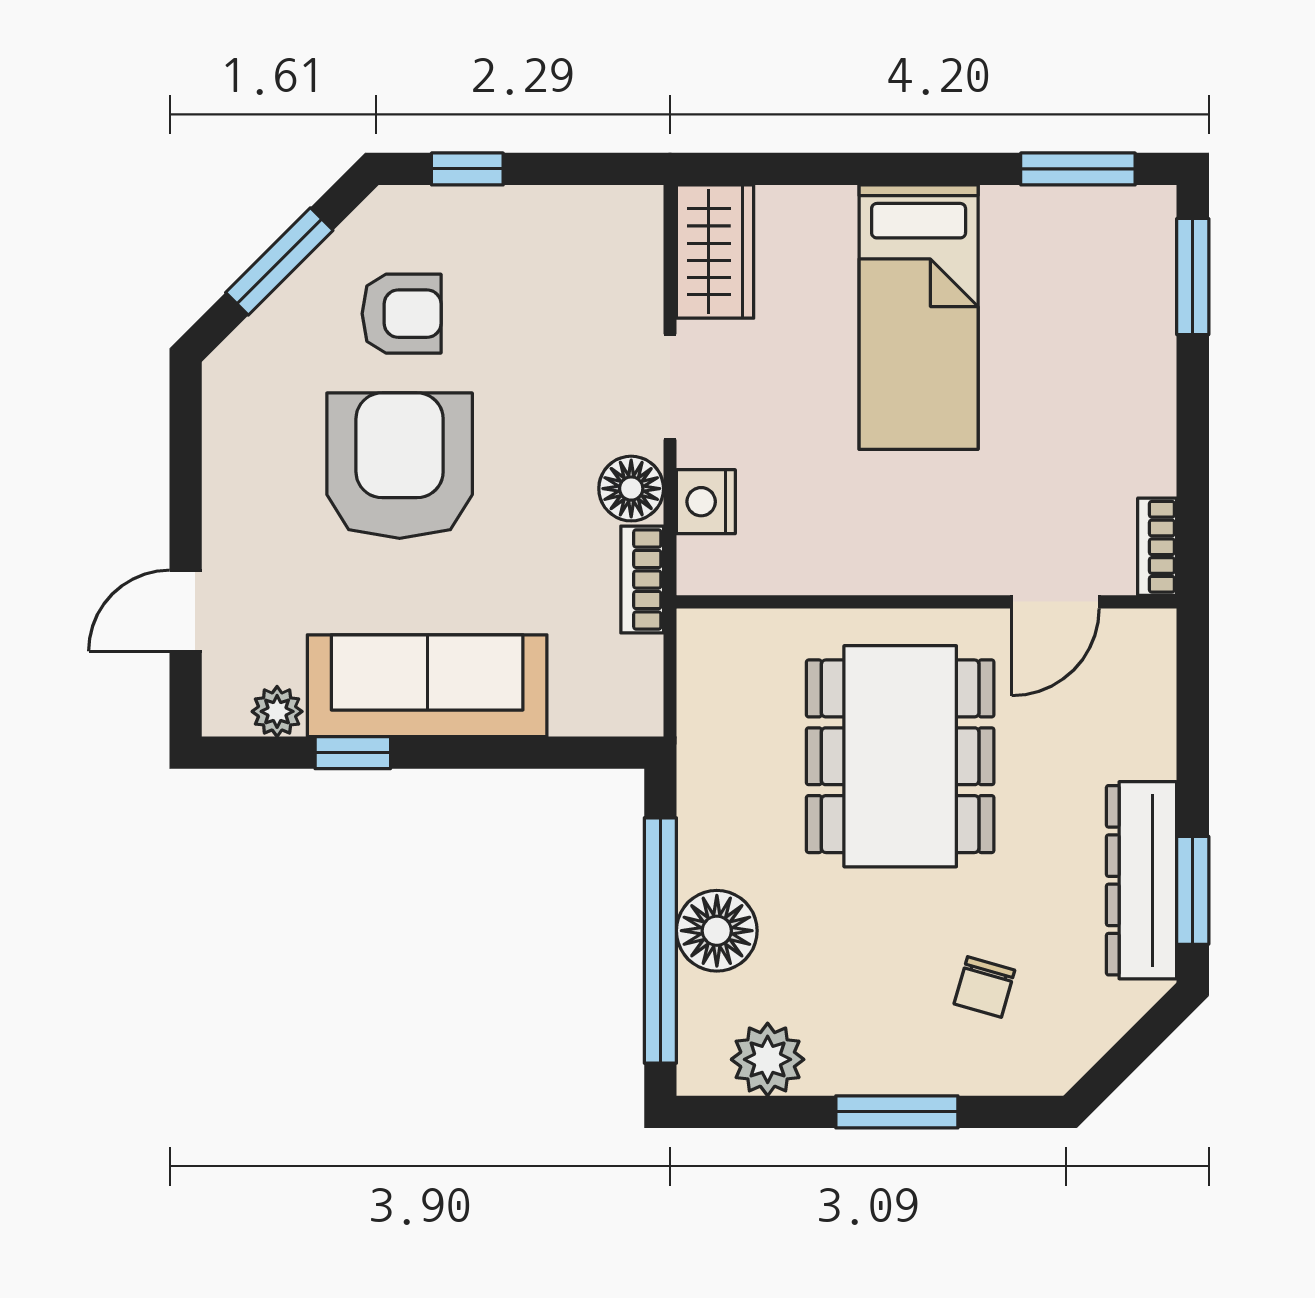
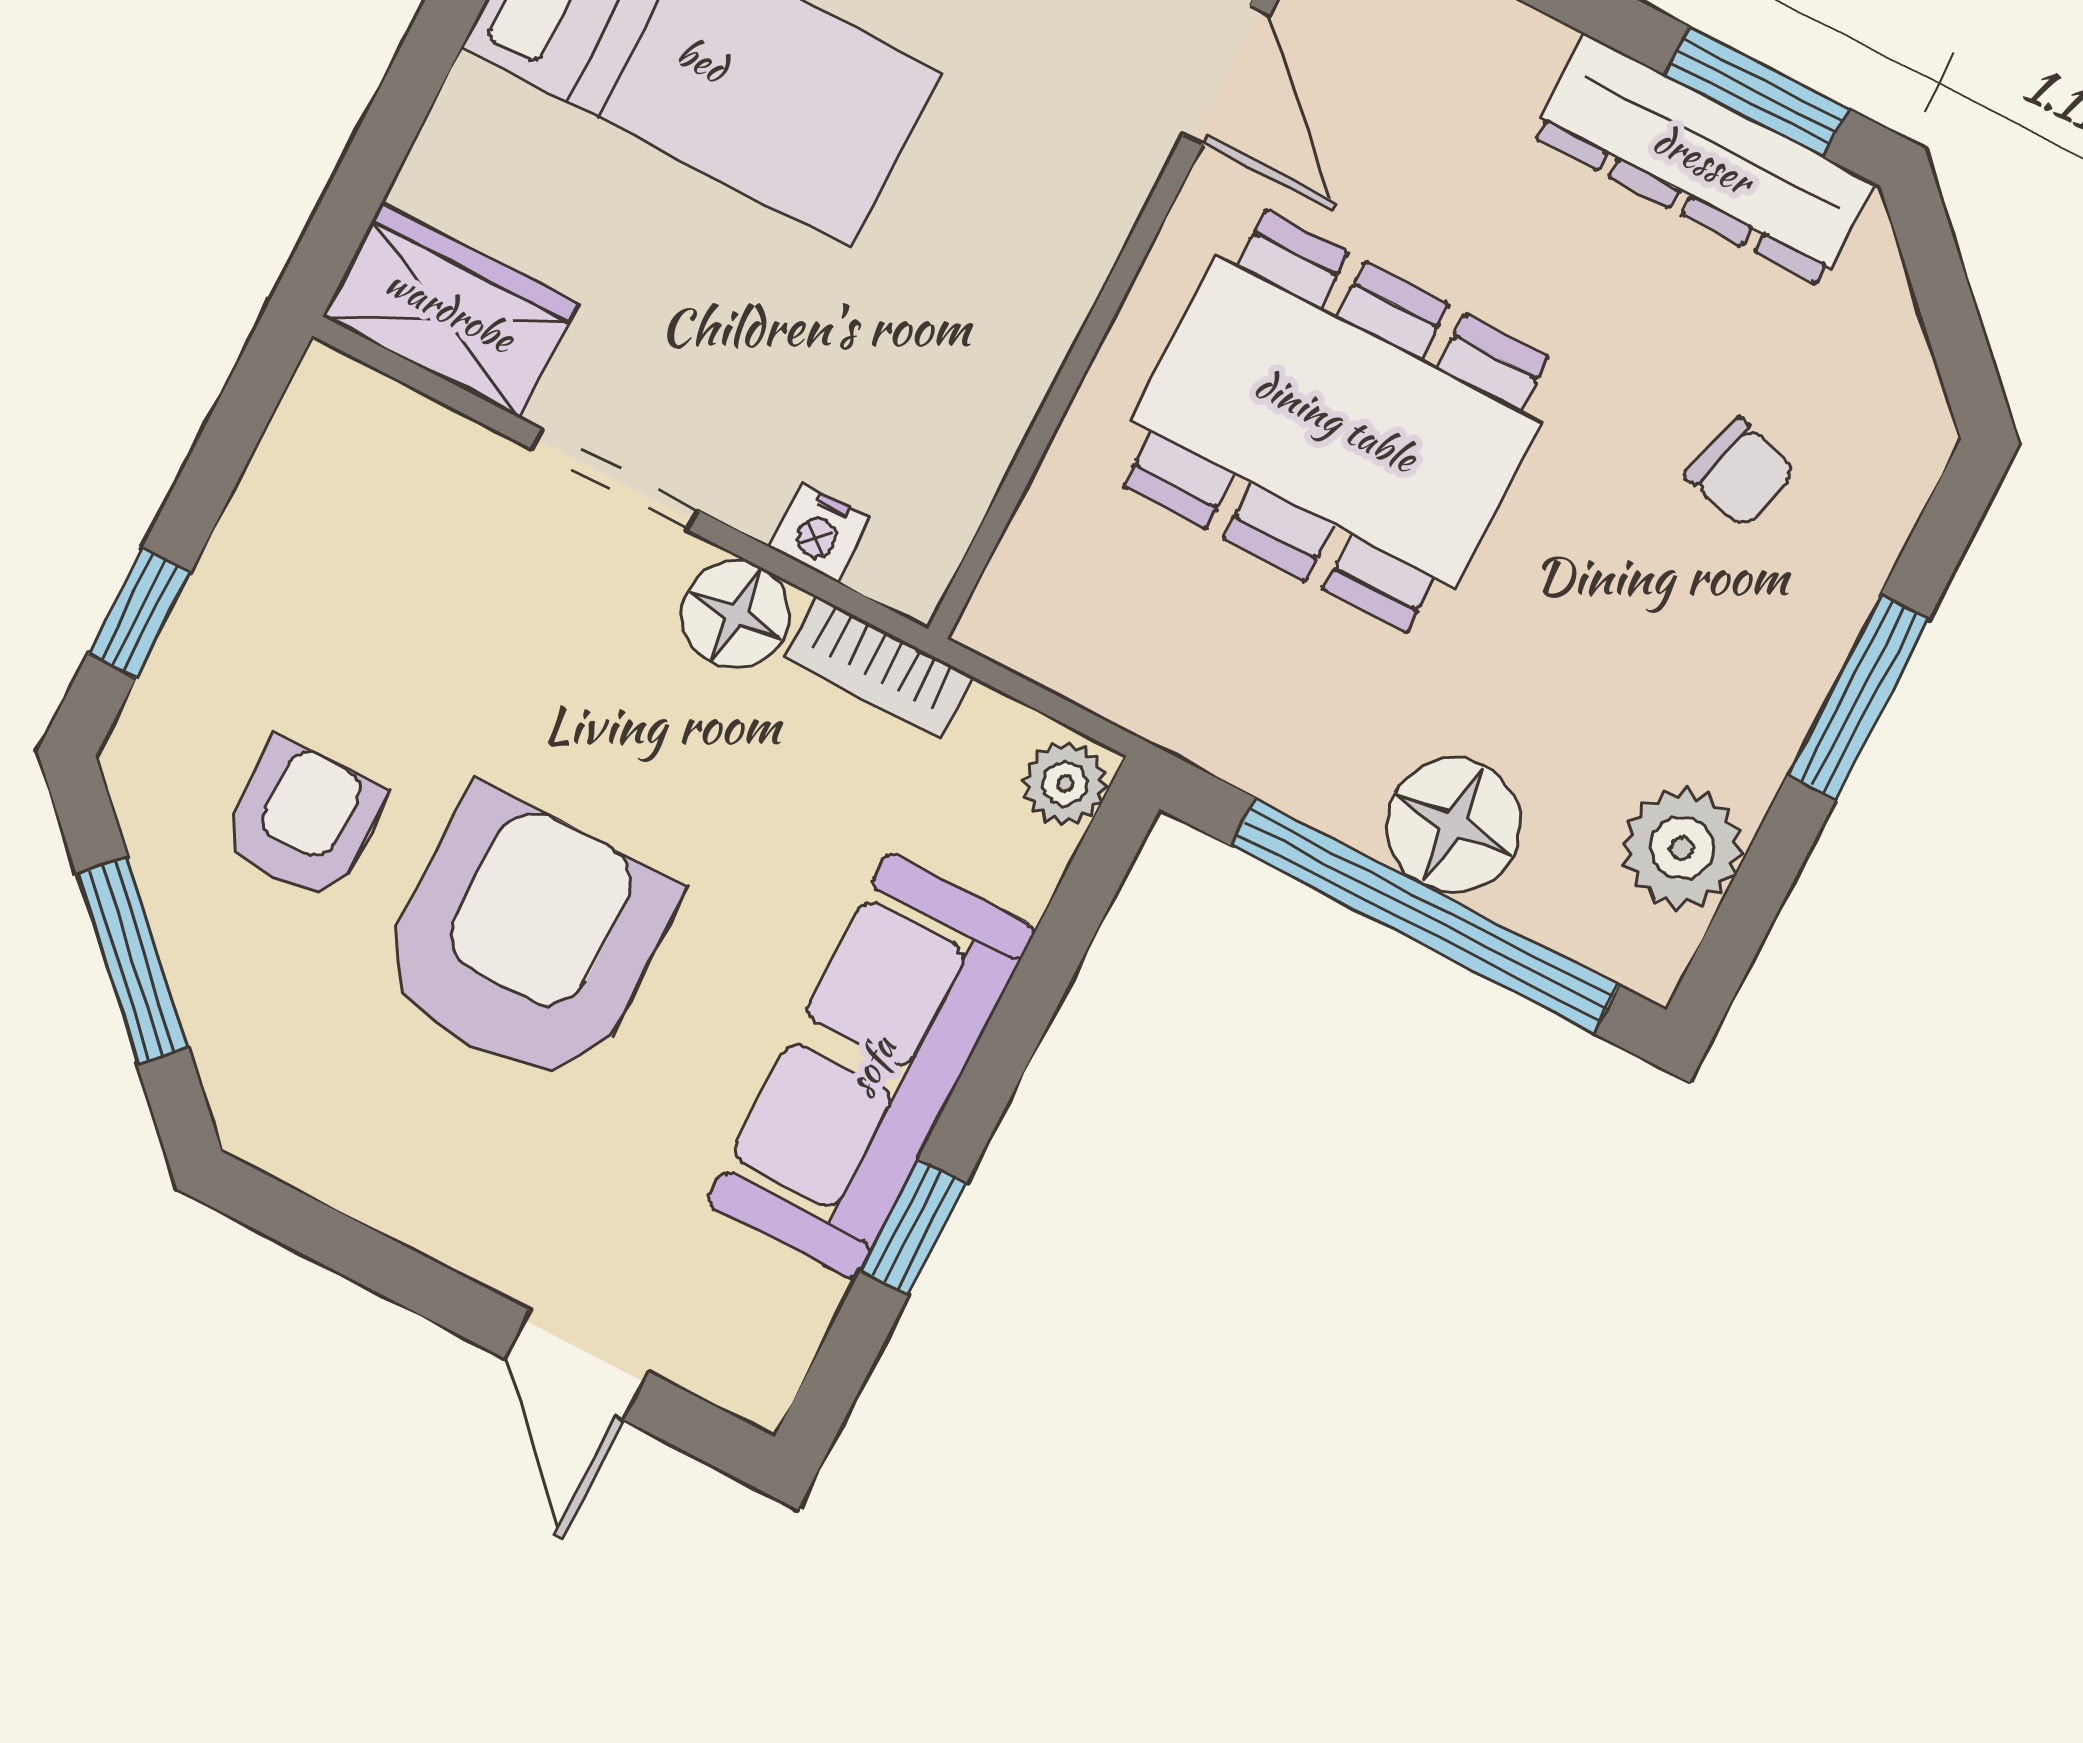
armchair: (400, 466) -> (526, 939), turned 90
nightstand: (706, 502) -> (819, 532), width x0.72, depth x0.74
plant: (277, 711) -> (1065, 784), moved

